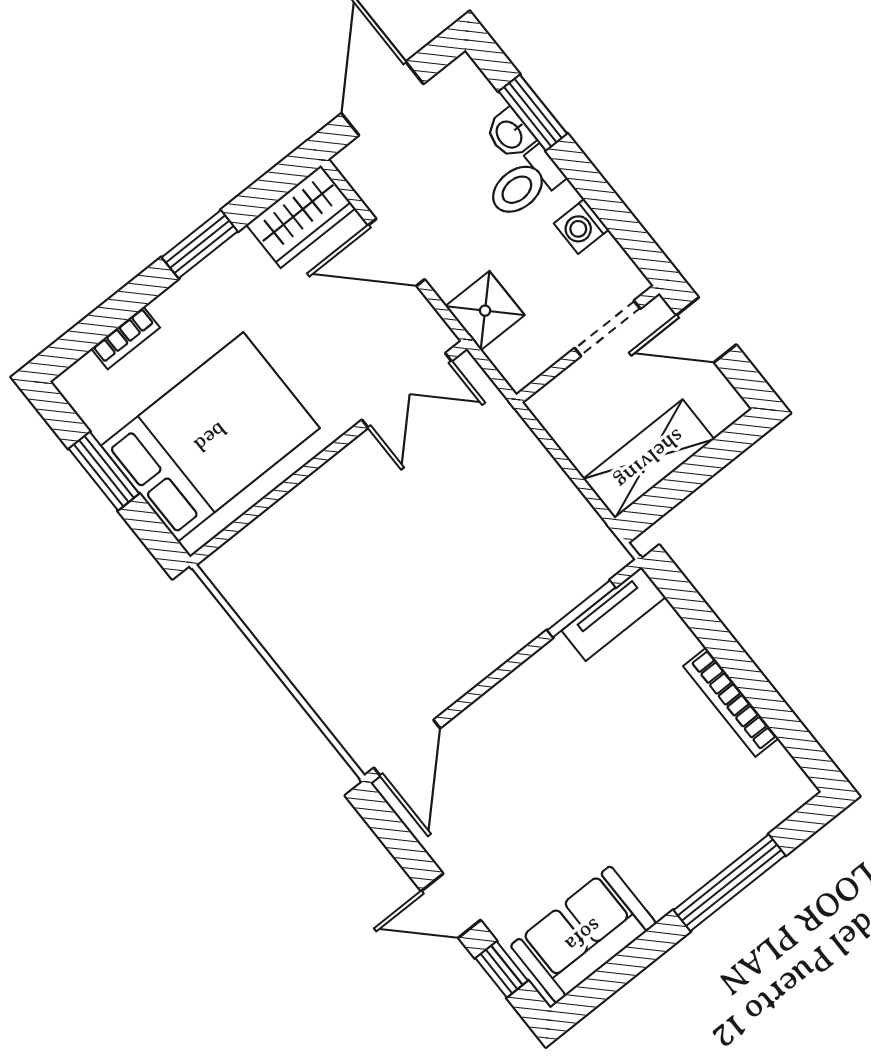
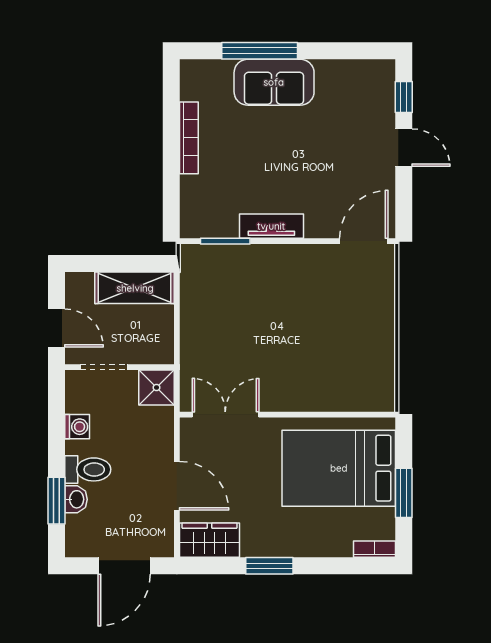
shower: (485, 311) -> (157, 388), moved
bookcase: (126, 338) -> (374, 549), moved
tv unit: (614, 614) -> (271, 226), moved
sofa: (583, 935) -> (274, 82), moved

